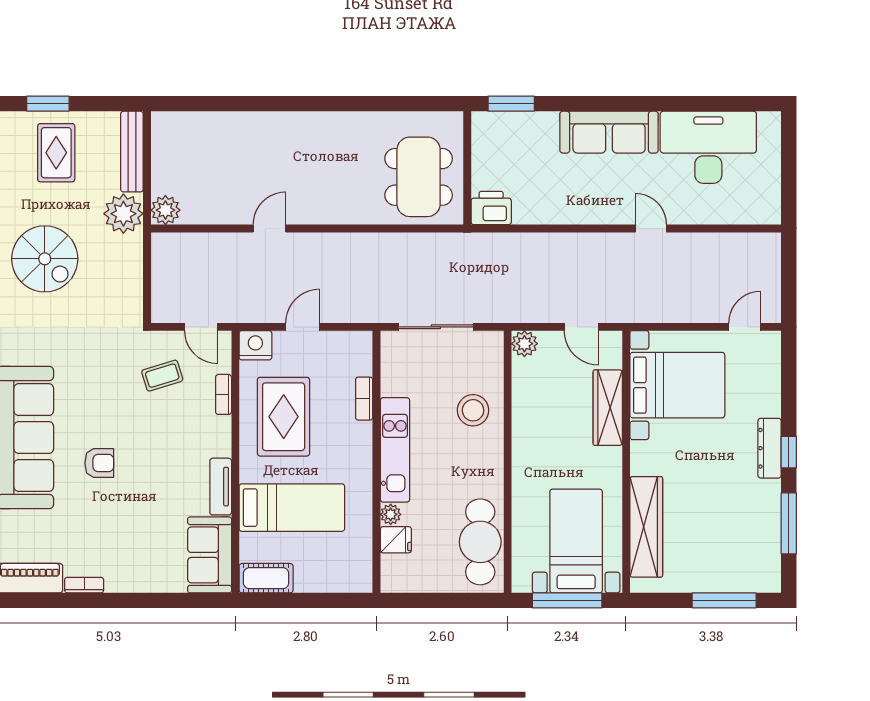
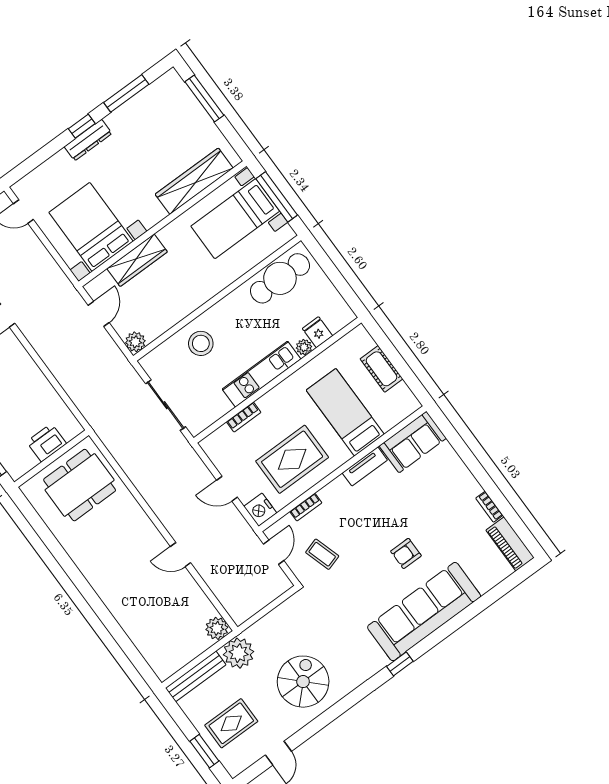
printer: (491, 208) -> (46, 443), moved, turned 90
armchair: (99, 463) -> (406, 553), turned -90
cot: (266, 578) -> (381, 369), moved

